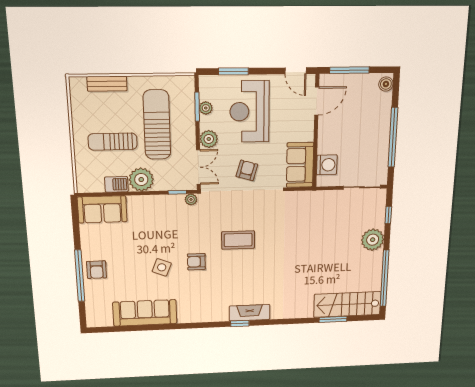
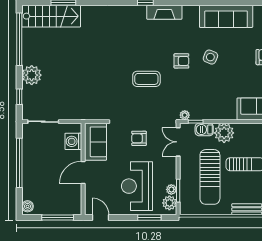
door: (317, 101) -> (83, 172), moved
reception desk: (249, 112) -> (137, 186), turned 180
plant: (209, 139) -> (169, 203), moved
armchair: (247, 170) -> (139, 138), turned 74
barbecue: (116, 184) -> (204, 129), moved
fireplace: (250, 313) -> (164, 12), moved

